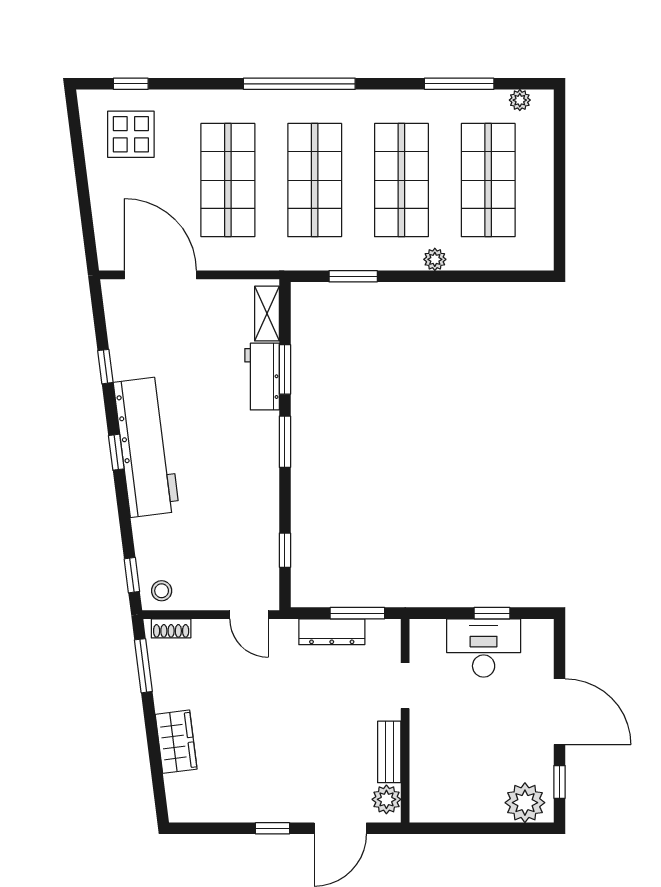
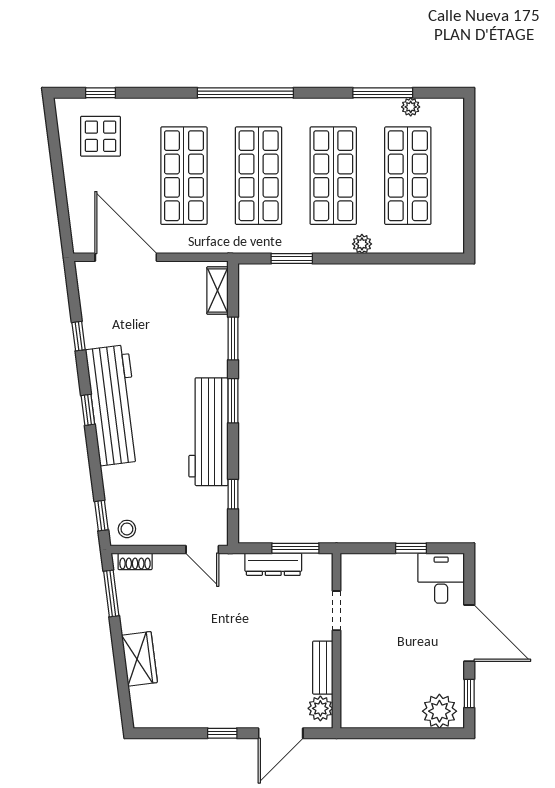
plant: (520, 100) -> (411, 107), moved
workbench: (262, 377) -> (209, 432), moved, width x1.88, depth x1.32
desk: (484, 648) -> (441, 578), moved, width x0.73

